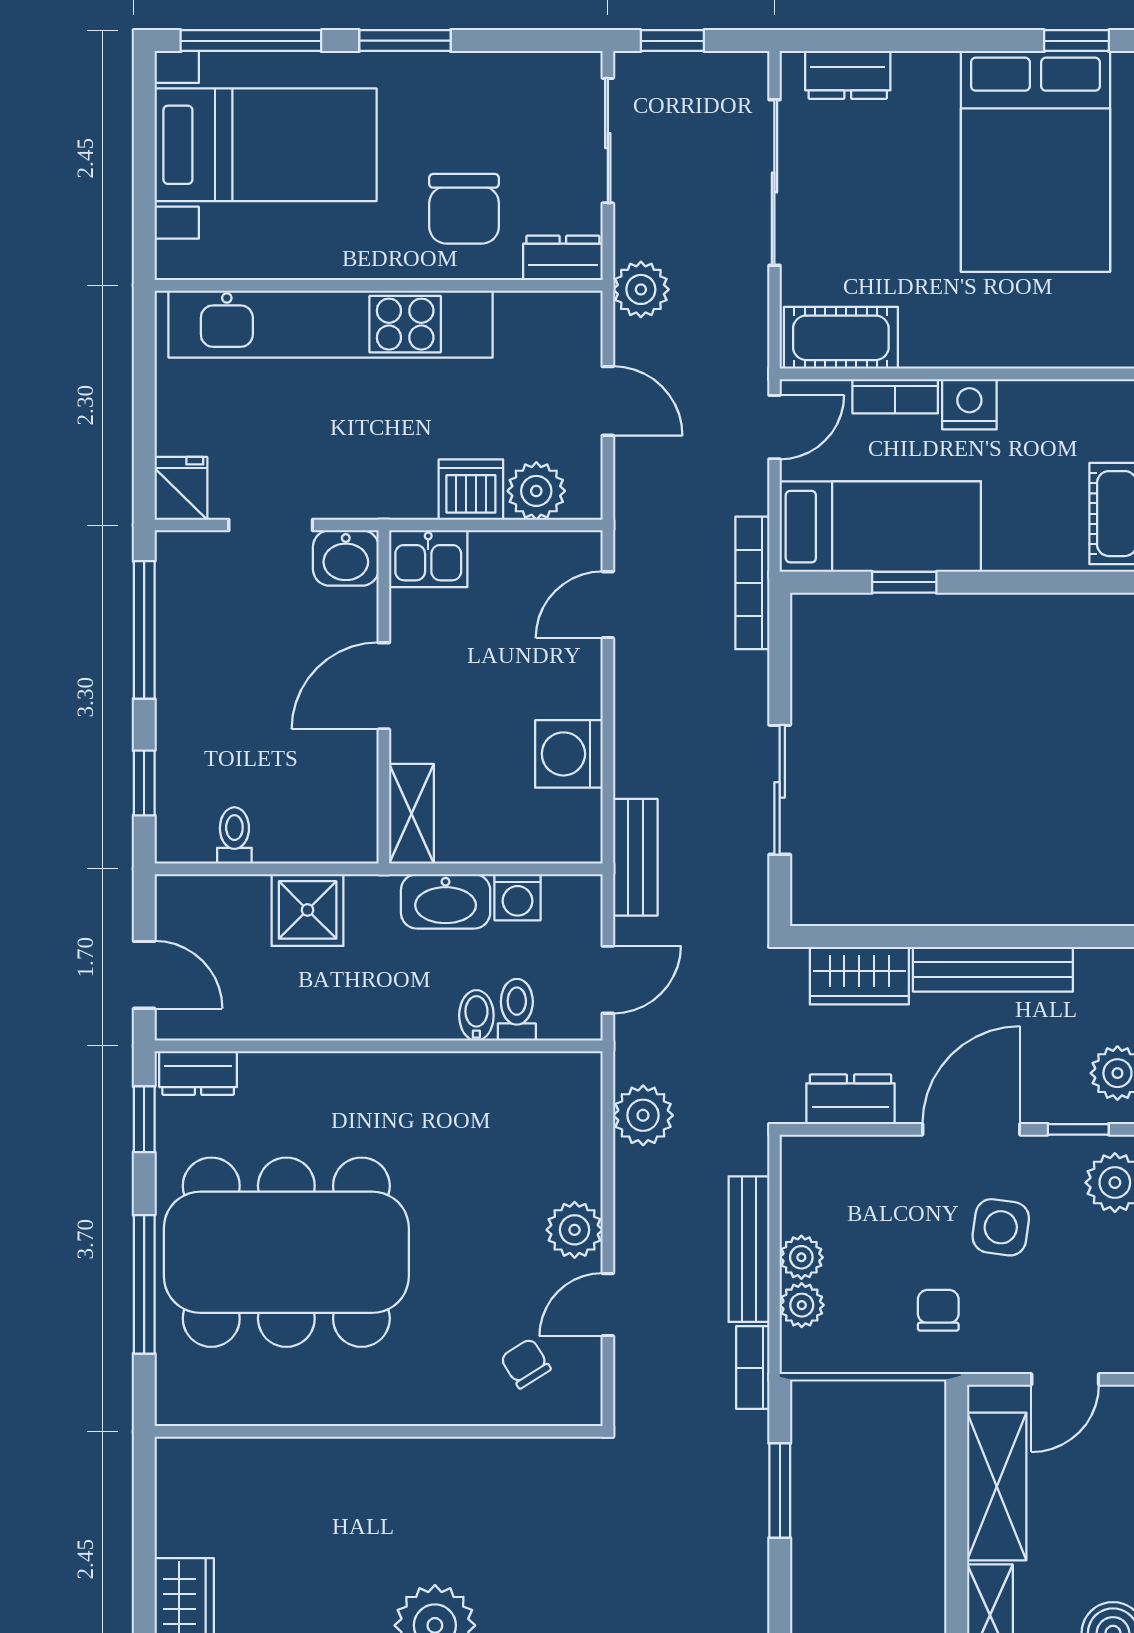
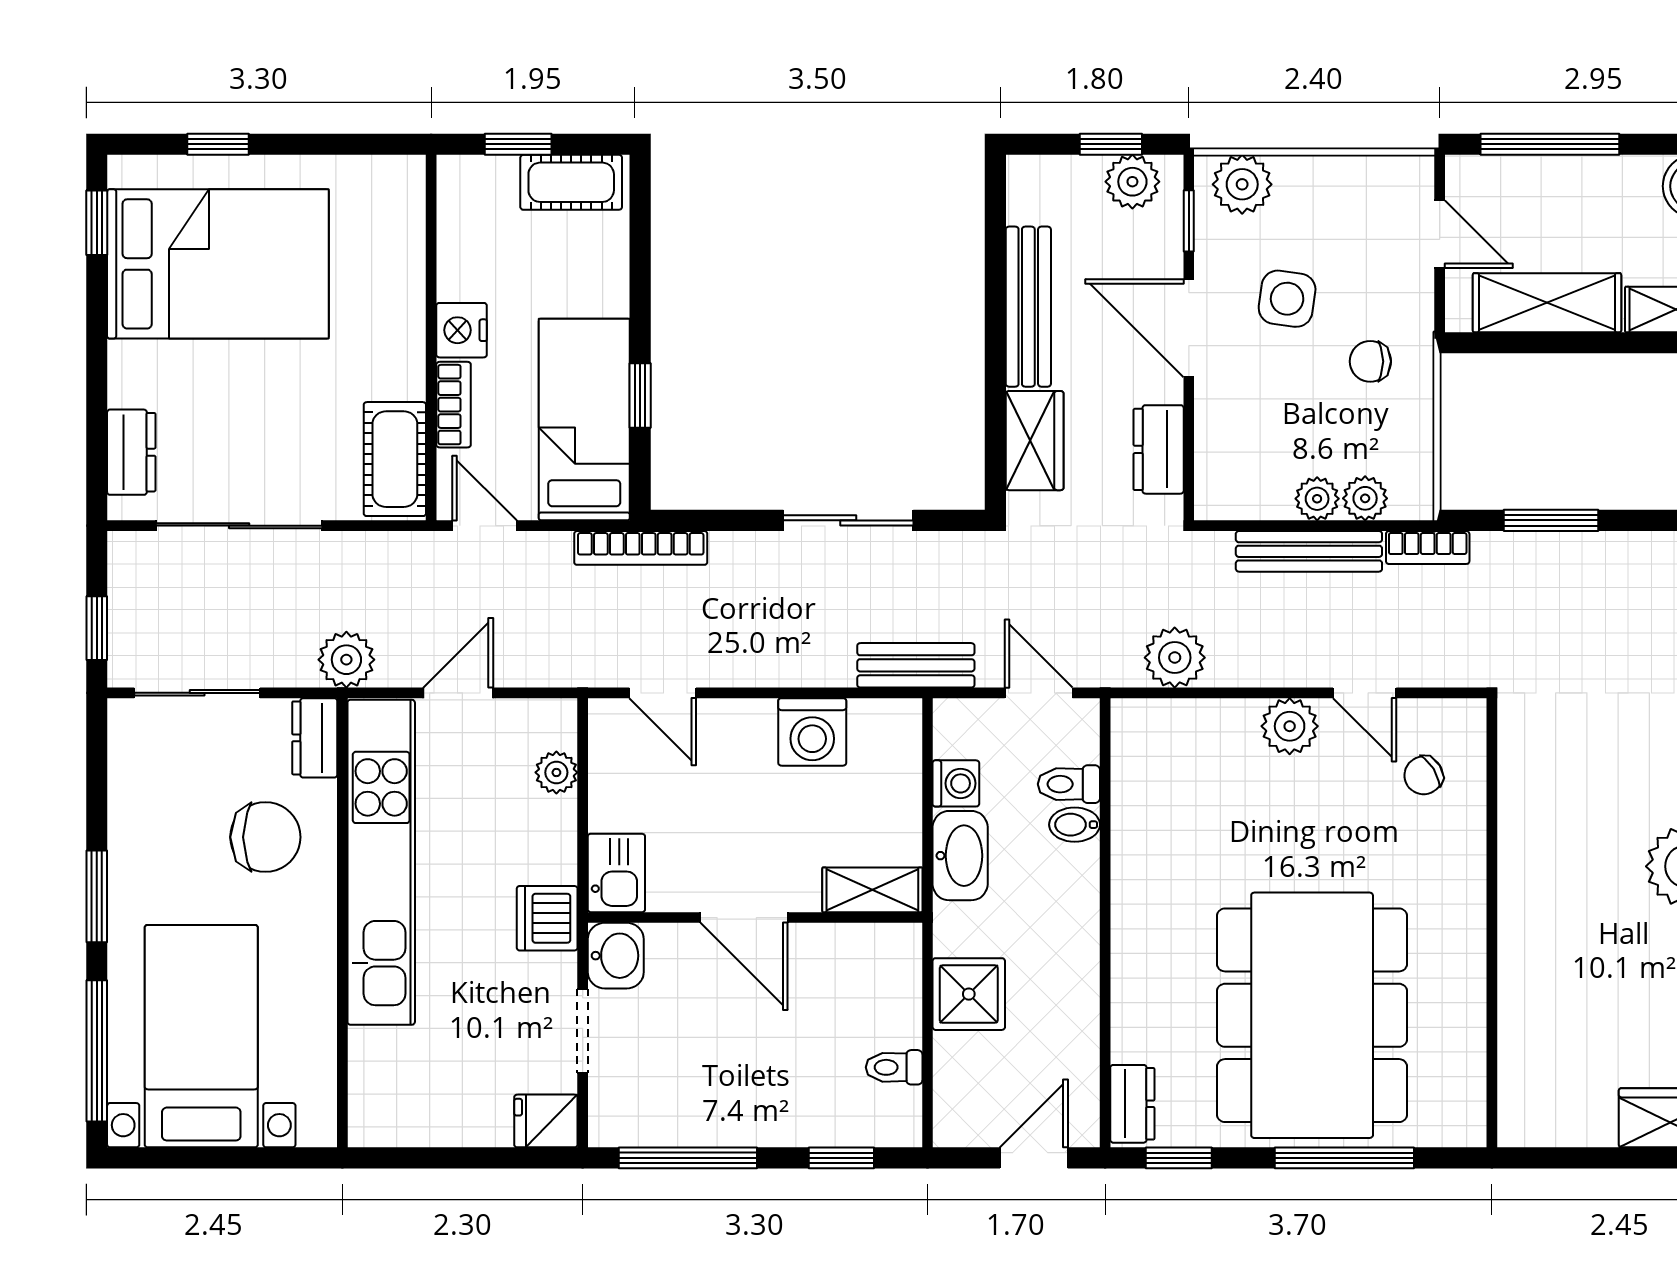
kitchen unit: (331, 324) -> (381, 862), moved
dishwasher: (471, 490) -> (547, 918), moved
plant: (536, 491) -> (556, 772), width x0.73, depth x0.73

